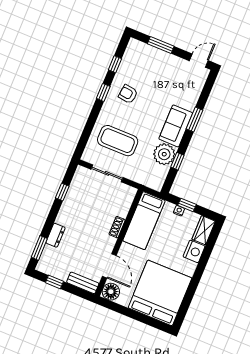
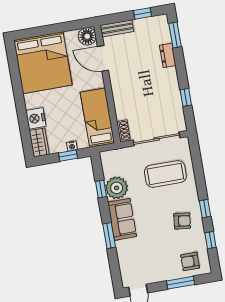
armchair: (142, 57) -> (190, 261), added
sliding door: (107, 173) -> (157, 139), width x1.37
shoe rack: (117, 227) -> (124, 131), moved

